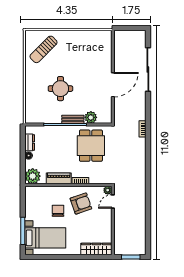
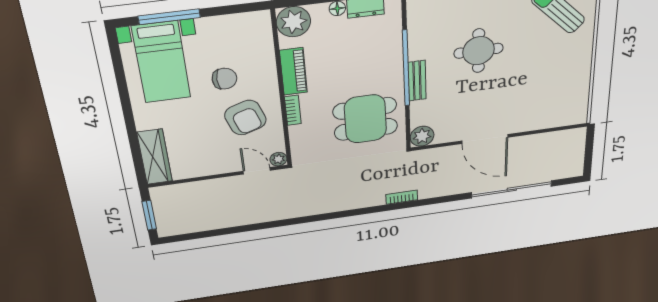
plant: (91, 117) -> (422, 136), moved

